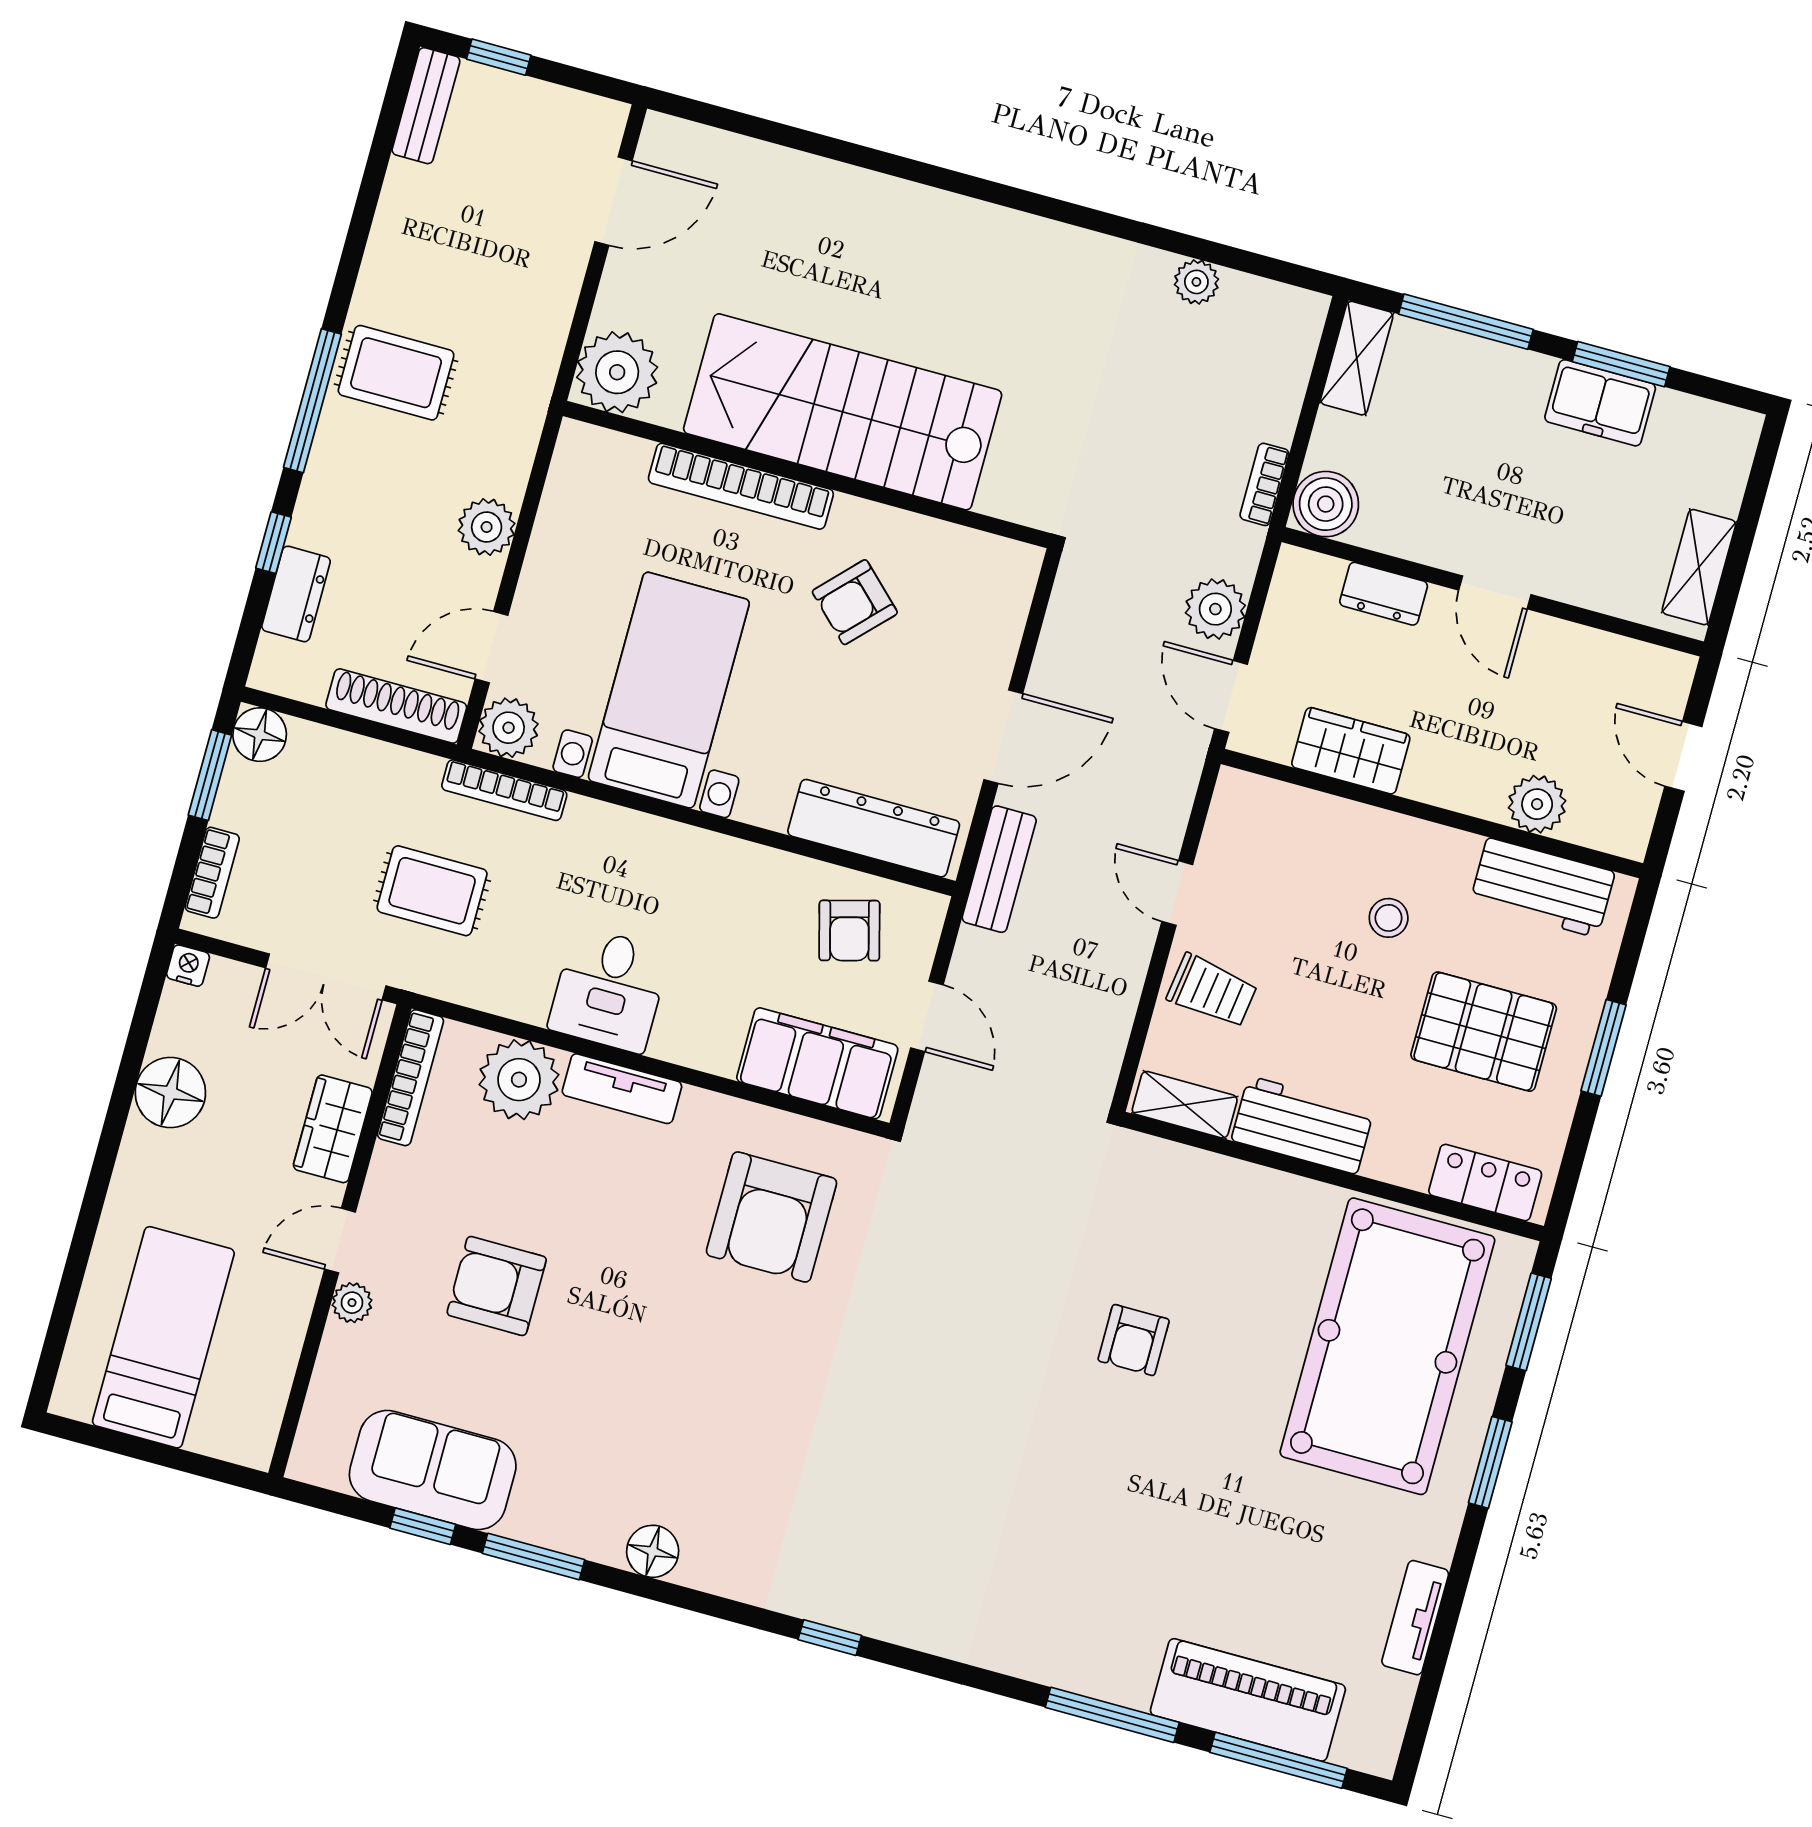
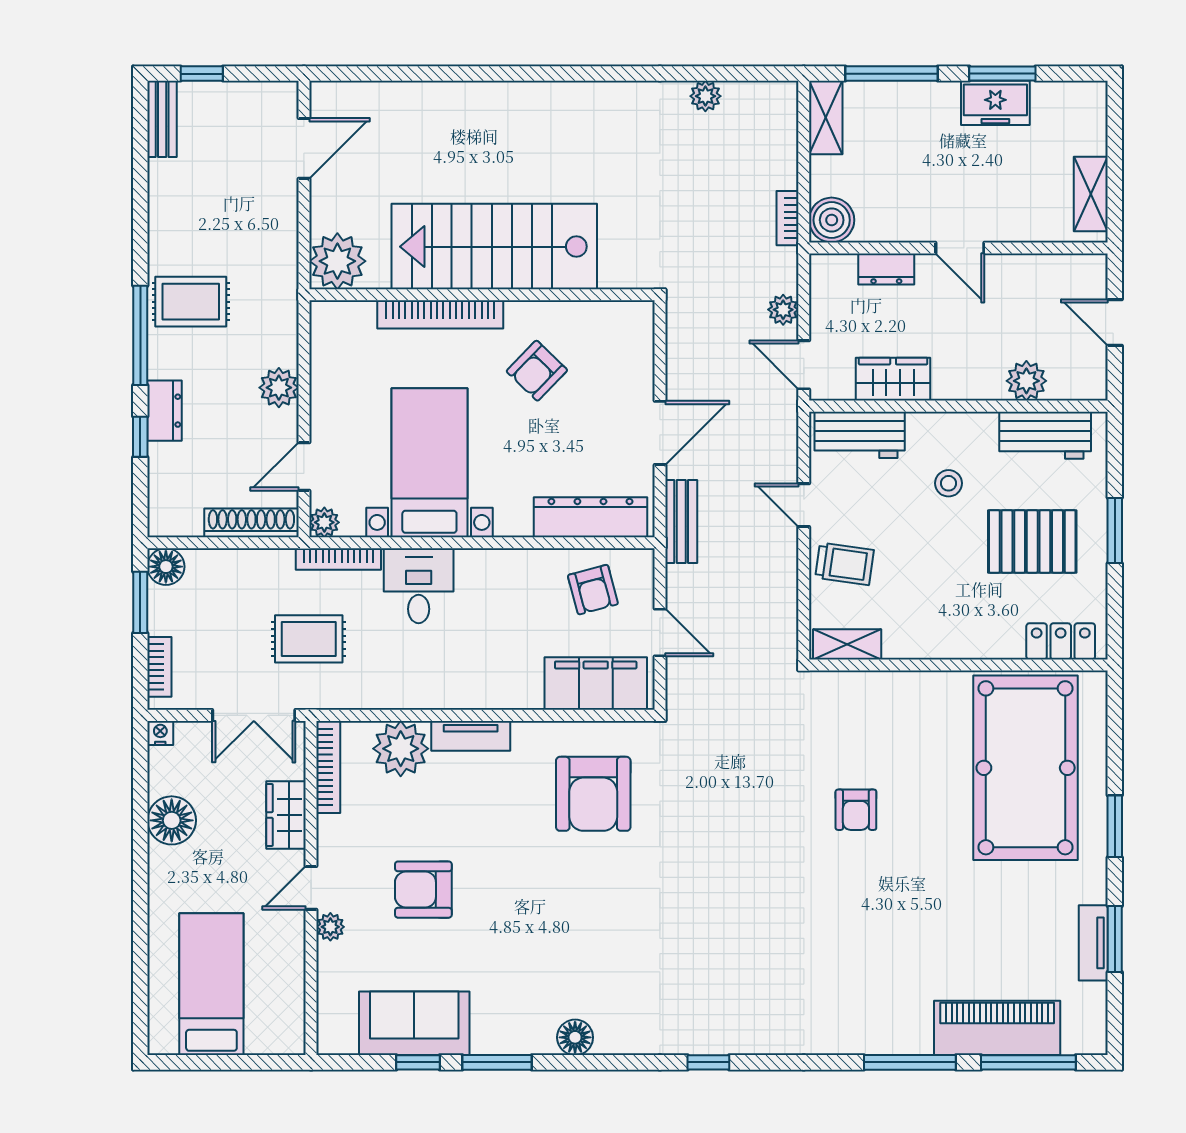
dresser: (296, 594) -> (165, 411), moved
plant: (1215, 609) -> (783, 310), width x0.73, depth x0.73
plant: (509, 728) -> (324, 522), width x0.73, depth x0.73
desk: (609, 990) -> (419, 586), moved, turned 180
workbench: (1303, 1125) -> (860, 435), moved, turned 180
window: (1529, 1322) -> (1115, 939), moved

